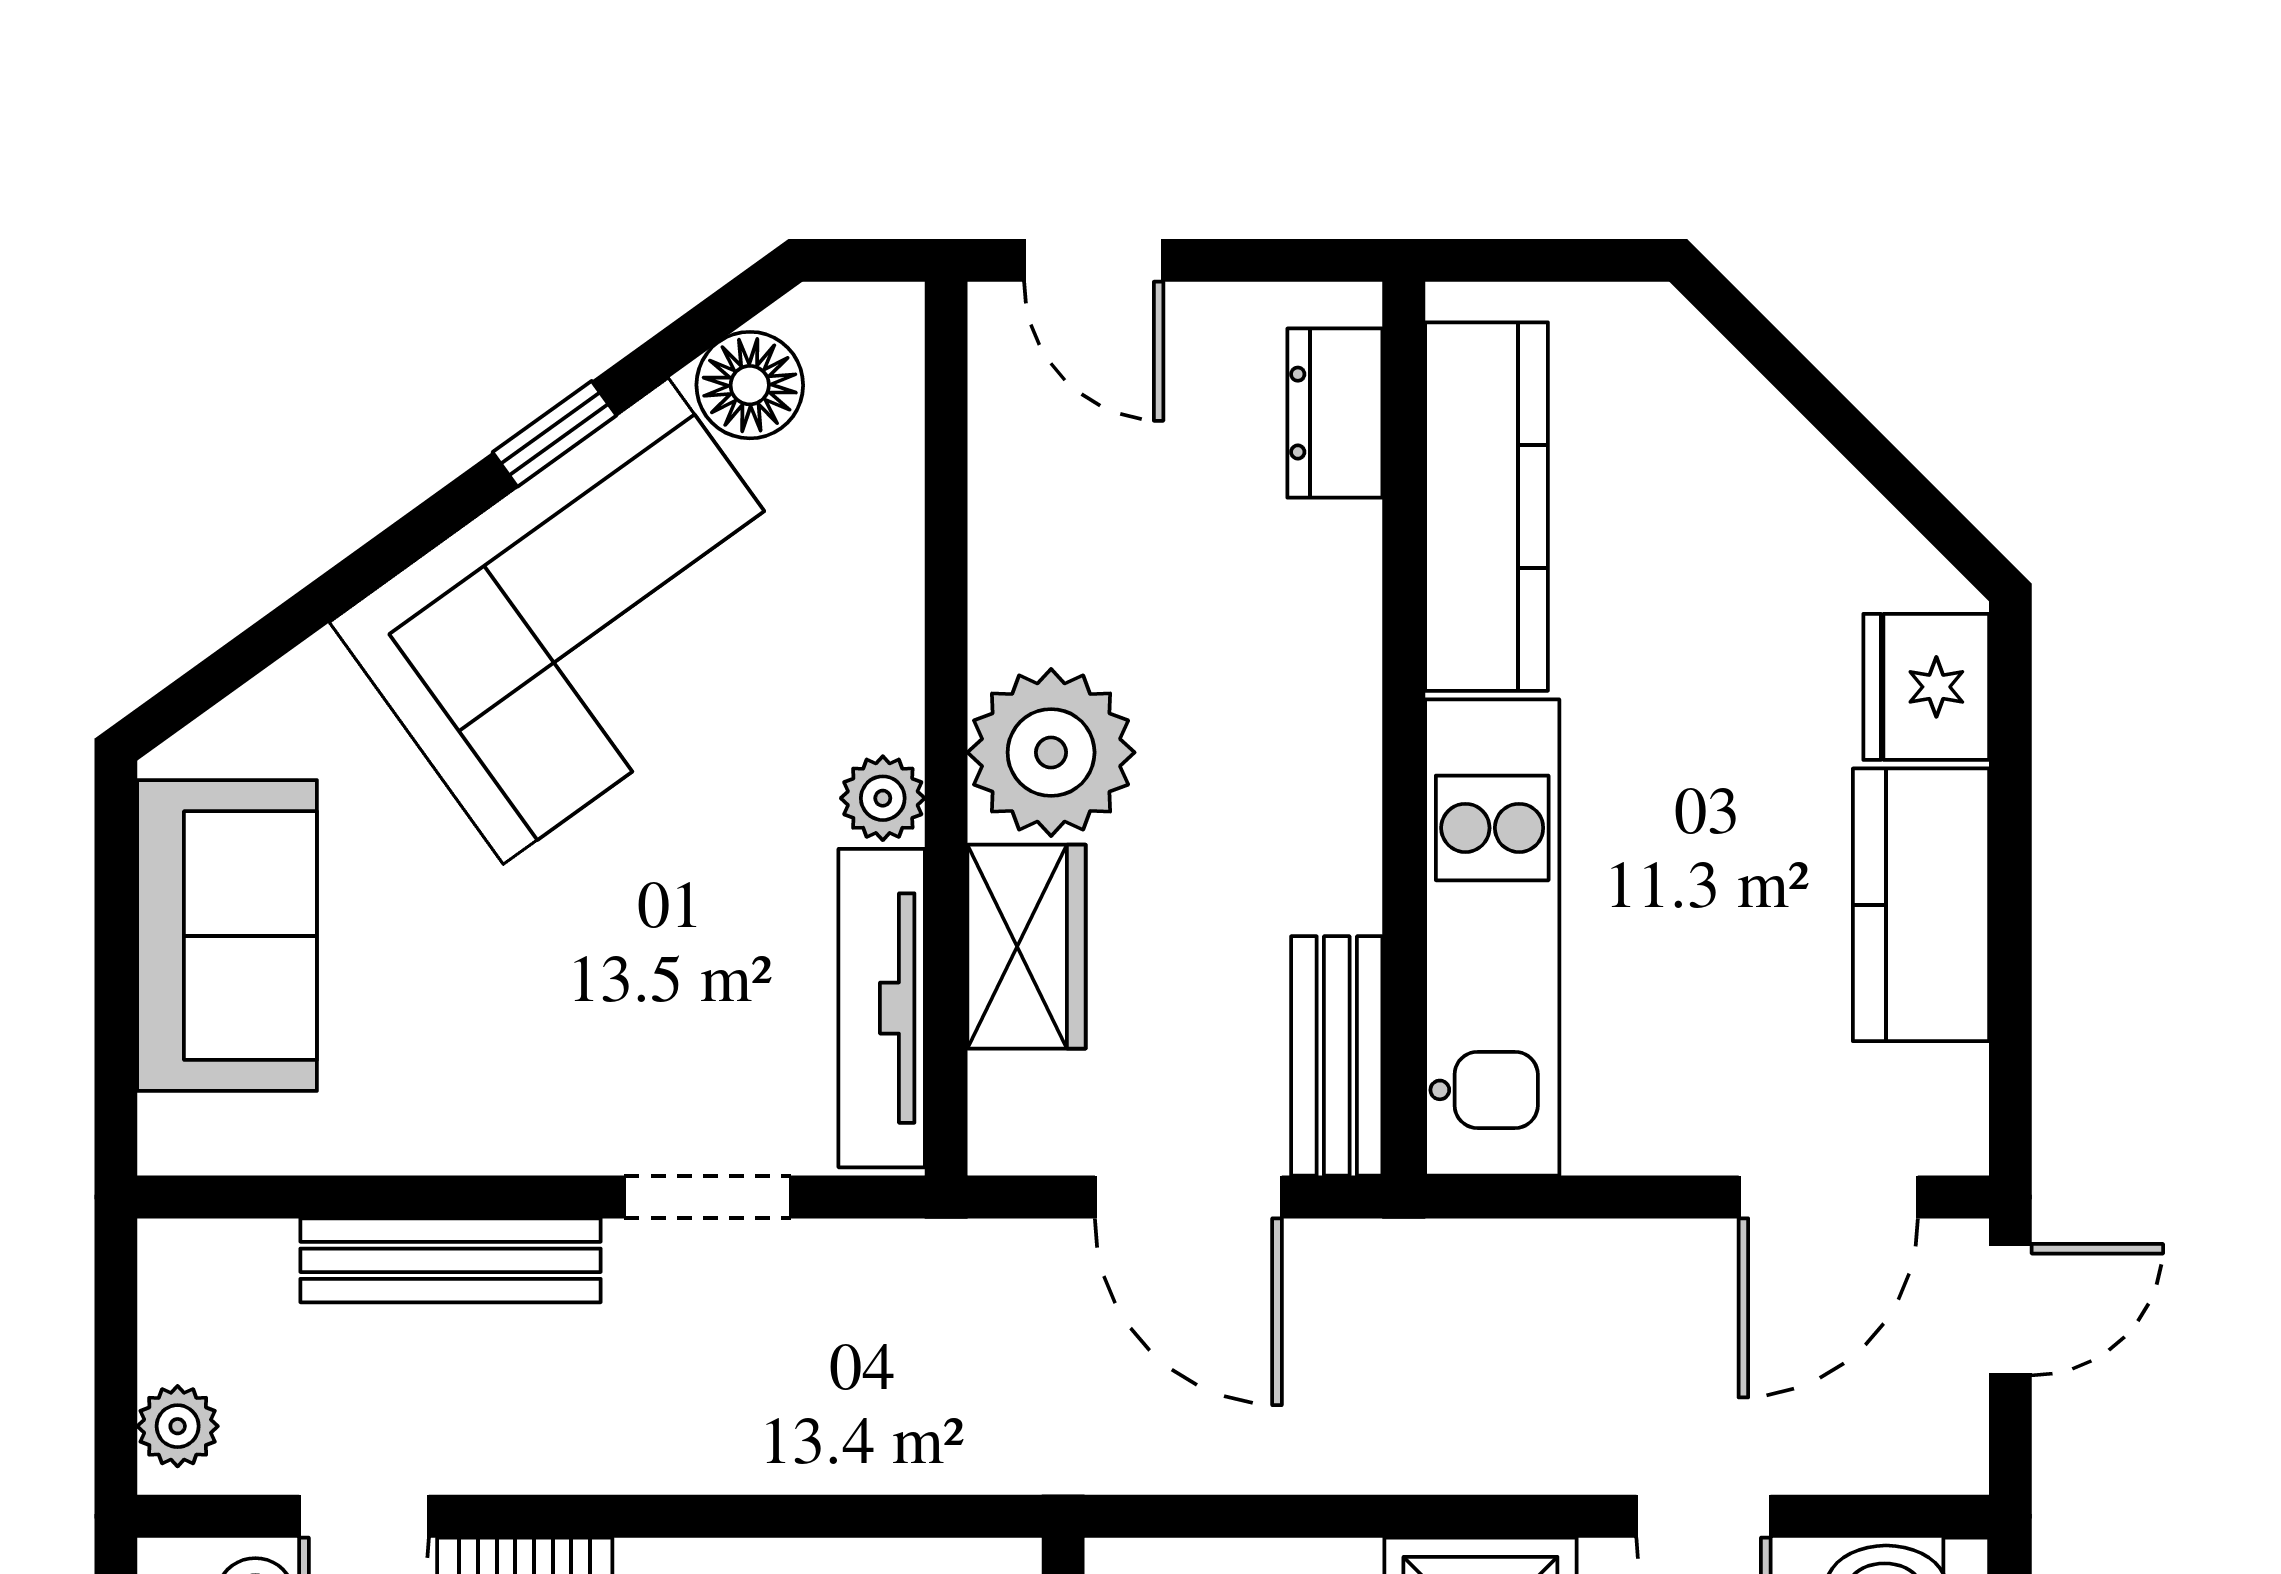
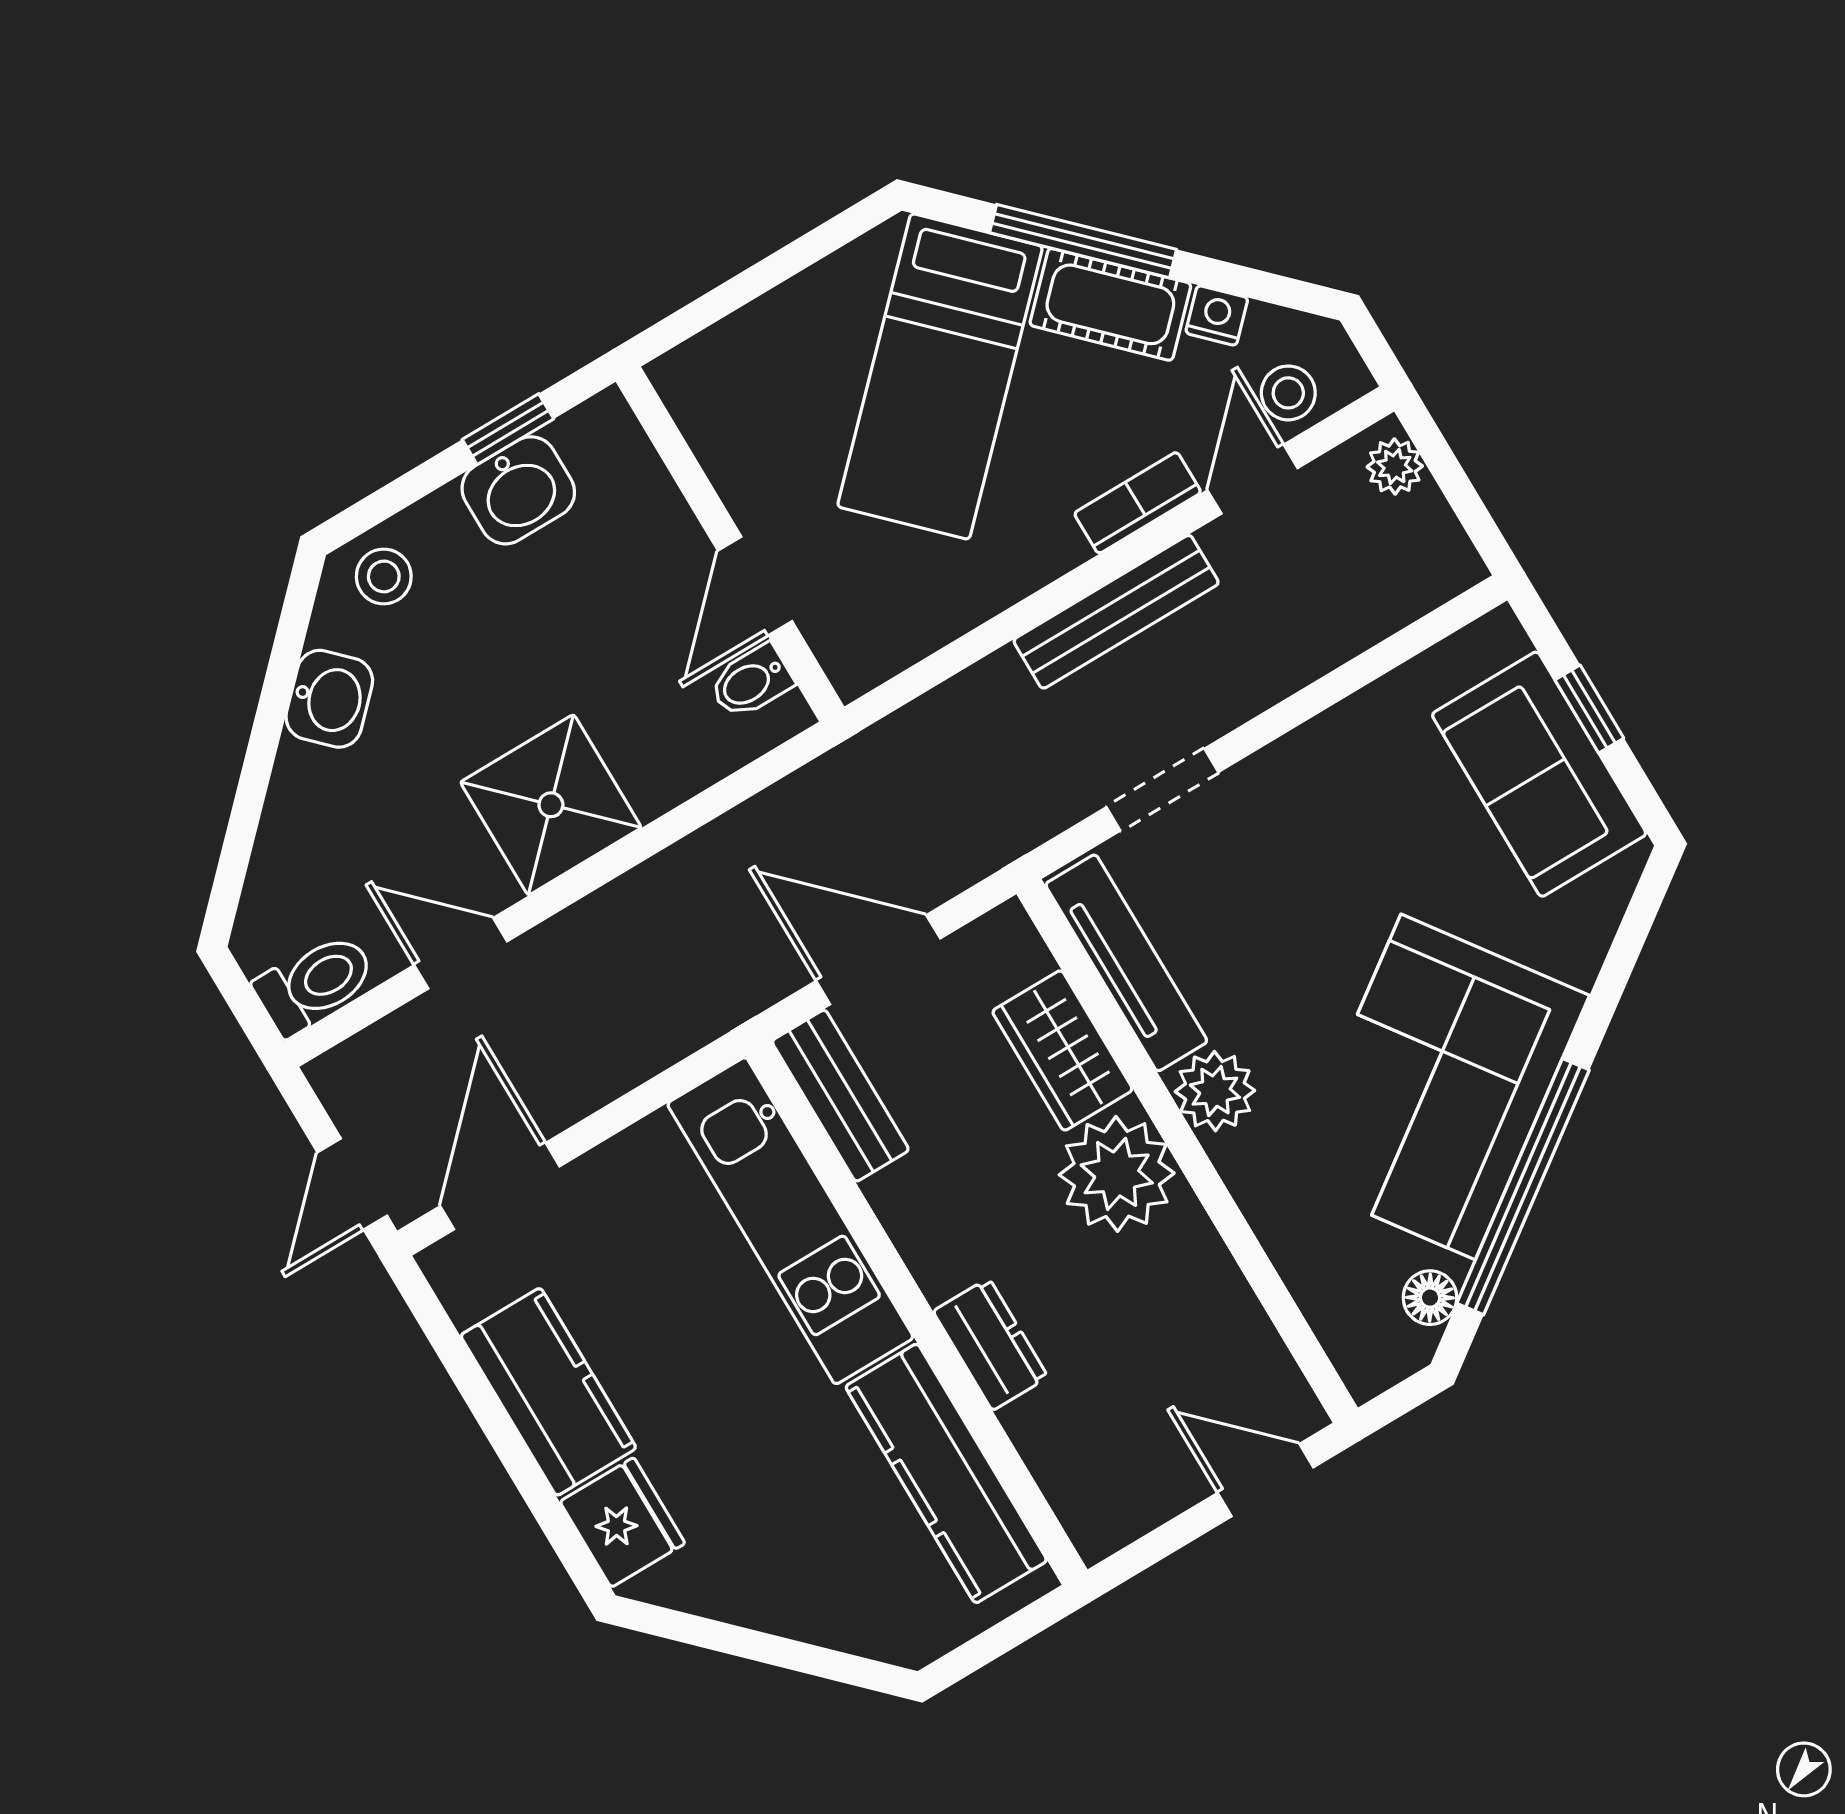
floor lamp: (750, 385) -> (1430, 1298), width x0.73, depth x0.73
dresser: (1335, 413) -> (991, 1344), moved
window: (555, 434) -> (1523, 1187), width x3.17
plant: (883, 798) -> (1215, 1091), width x1.38, depth x1.38
window: (116, 979) -> (1589, 709), added
bench: (451, 1260) -> (1116, 612), moved

